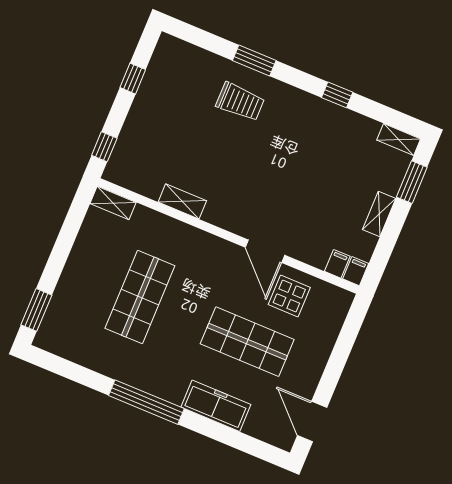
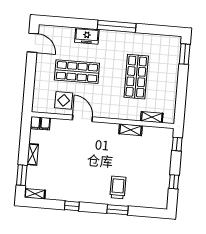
trolley: (240, 102) -> (118, 187), turned 90
shelving: (113, 203) -> (152, 117), moved
freezer: (216, 406) -> (87, 36), width x0.71

